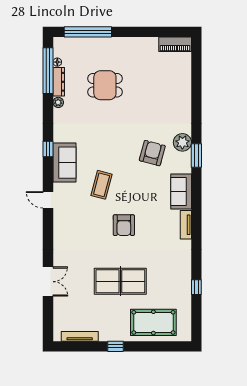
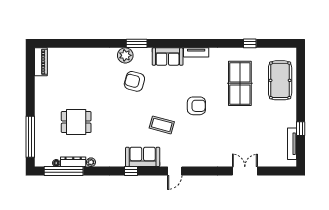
dining table: (105, 85) -> (76, 122), turned 90
table tennis table: (120, 281) -> (240, 83), moved
window: (115, 346) -> (301, 129), moved

